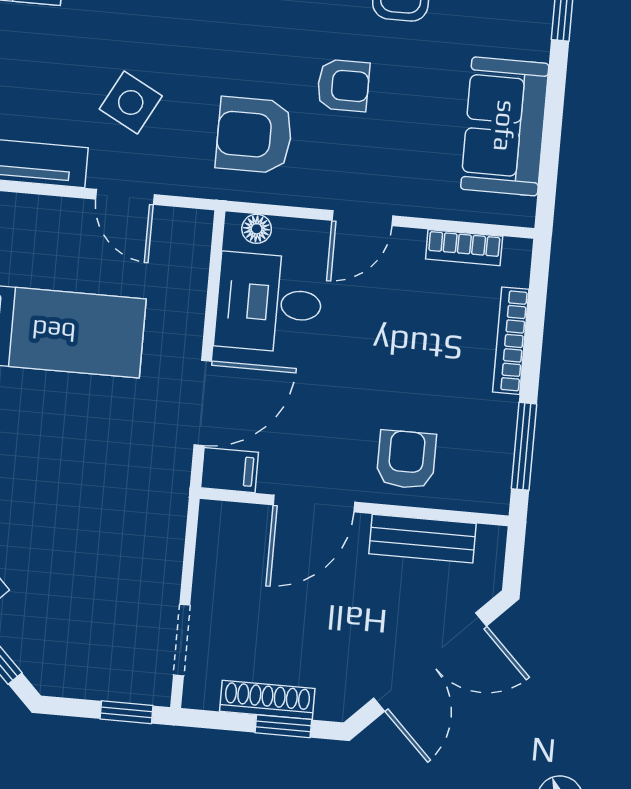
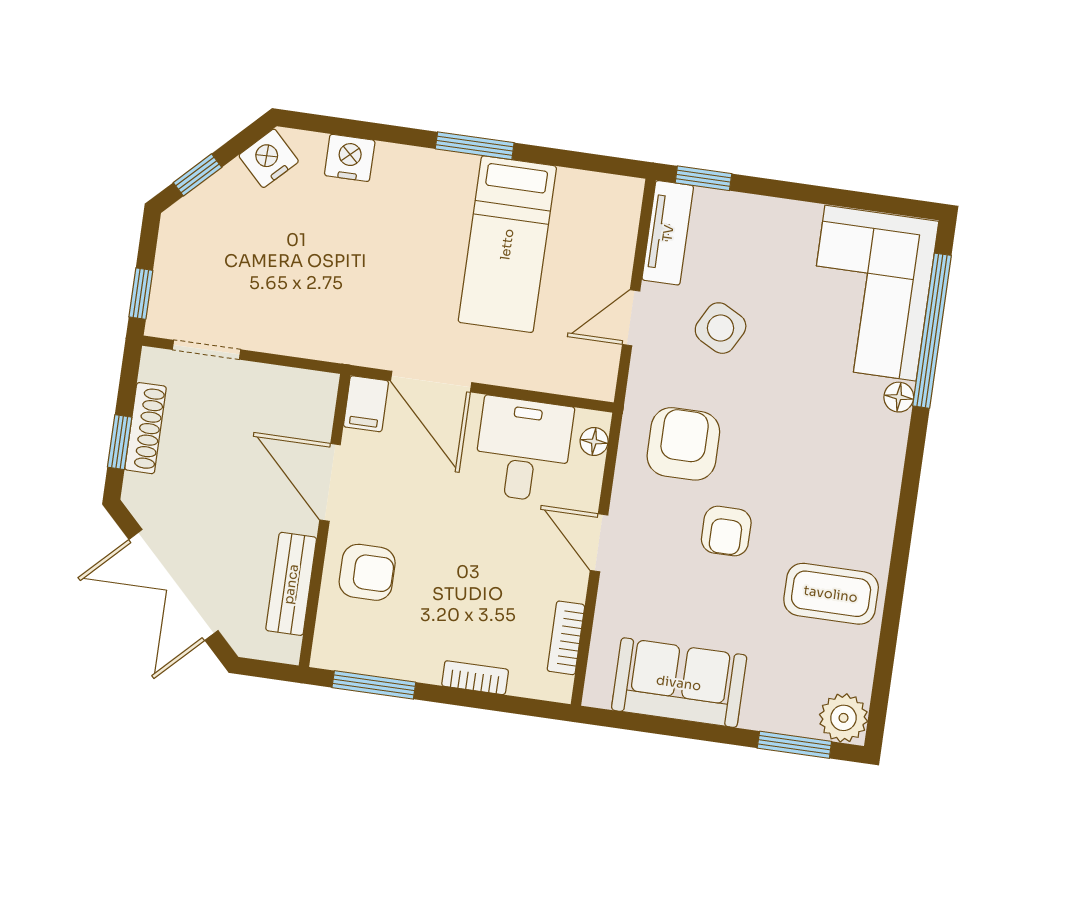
bookcase: (511, 341) -> (475, 678), width x0.64

